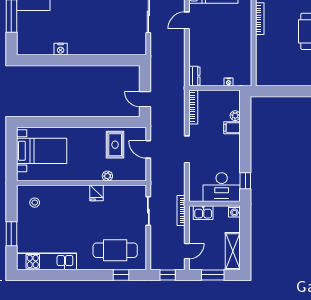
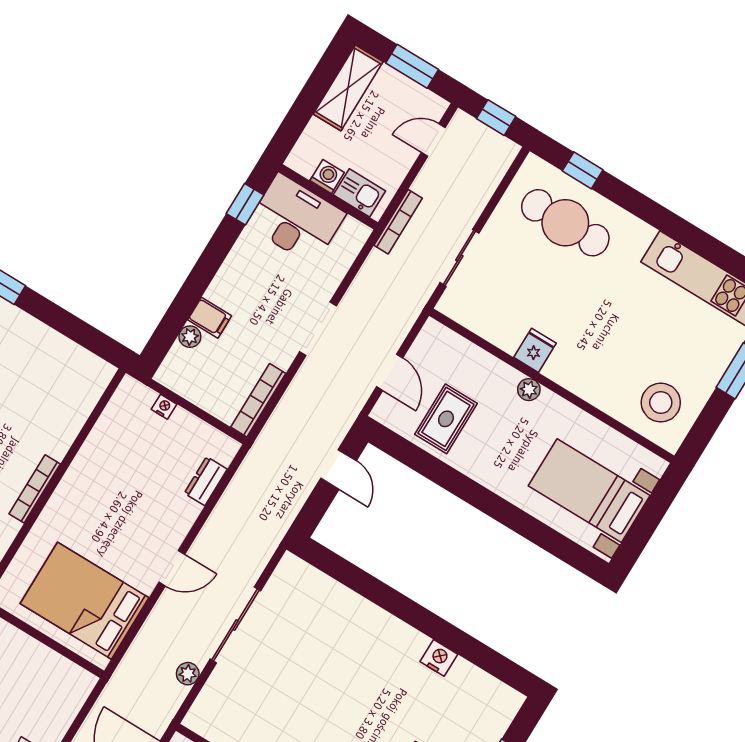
dresser: (194, 76) -> (206, 481), moved
plant: (107, 176) -> (529, 390), moved
stool: (35, 203) -> (661, 403), width x1.89, depth x1.89
washing machine: (234, 211) -> (327, 177), moved

